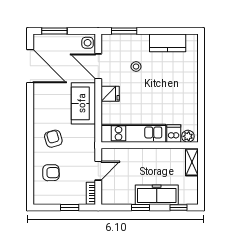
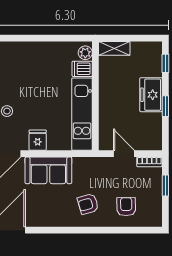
freezer: (157, 195) -> (151, 95), width x0.71

